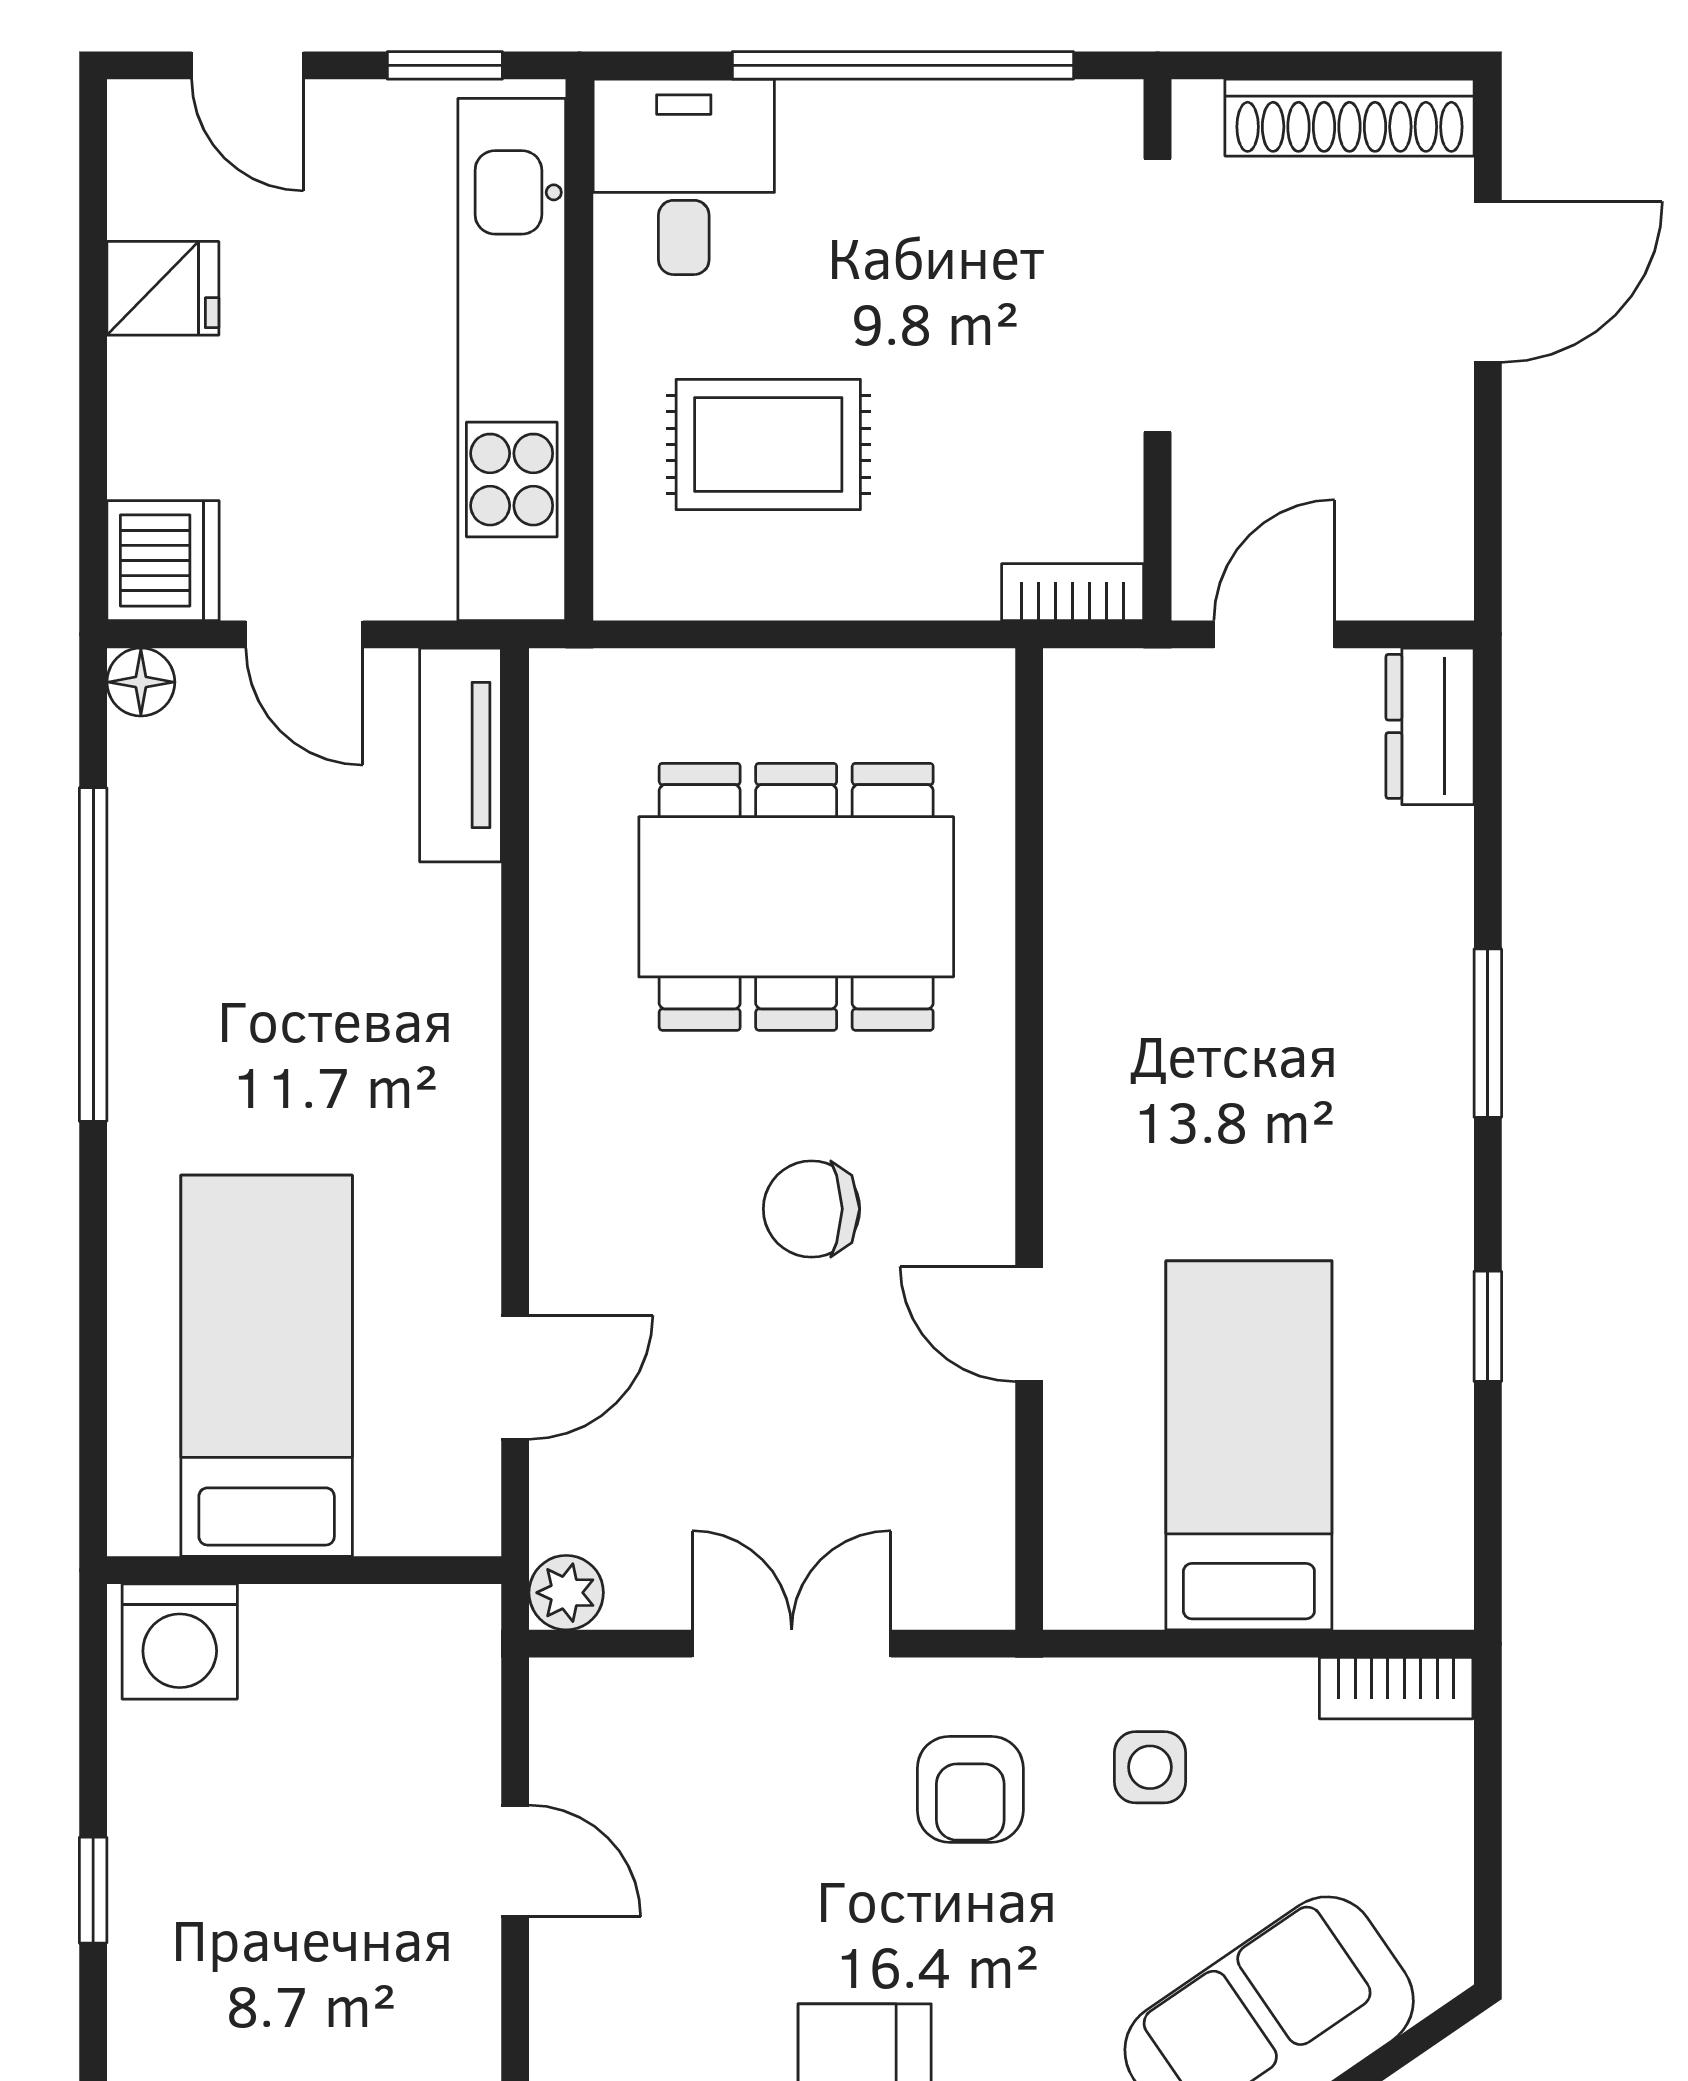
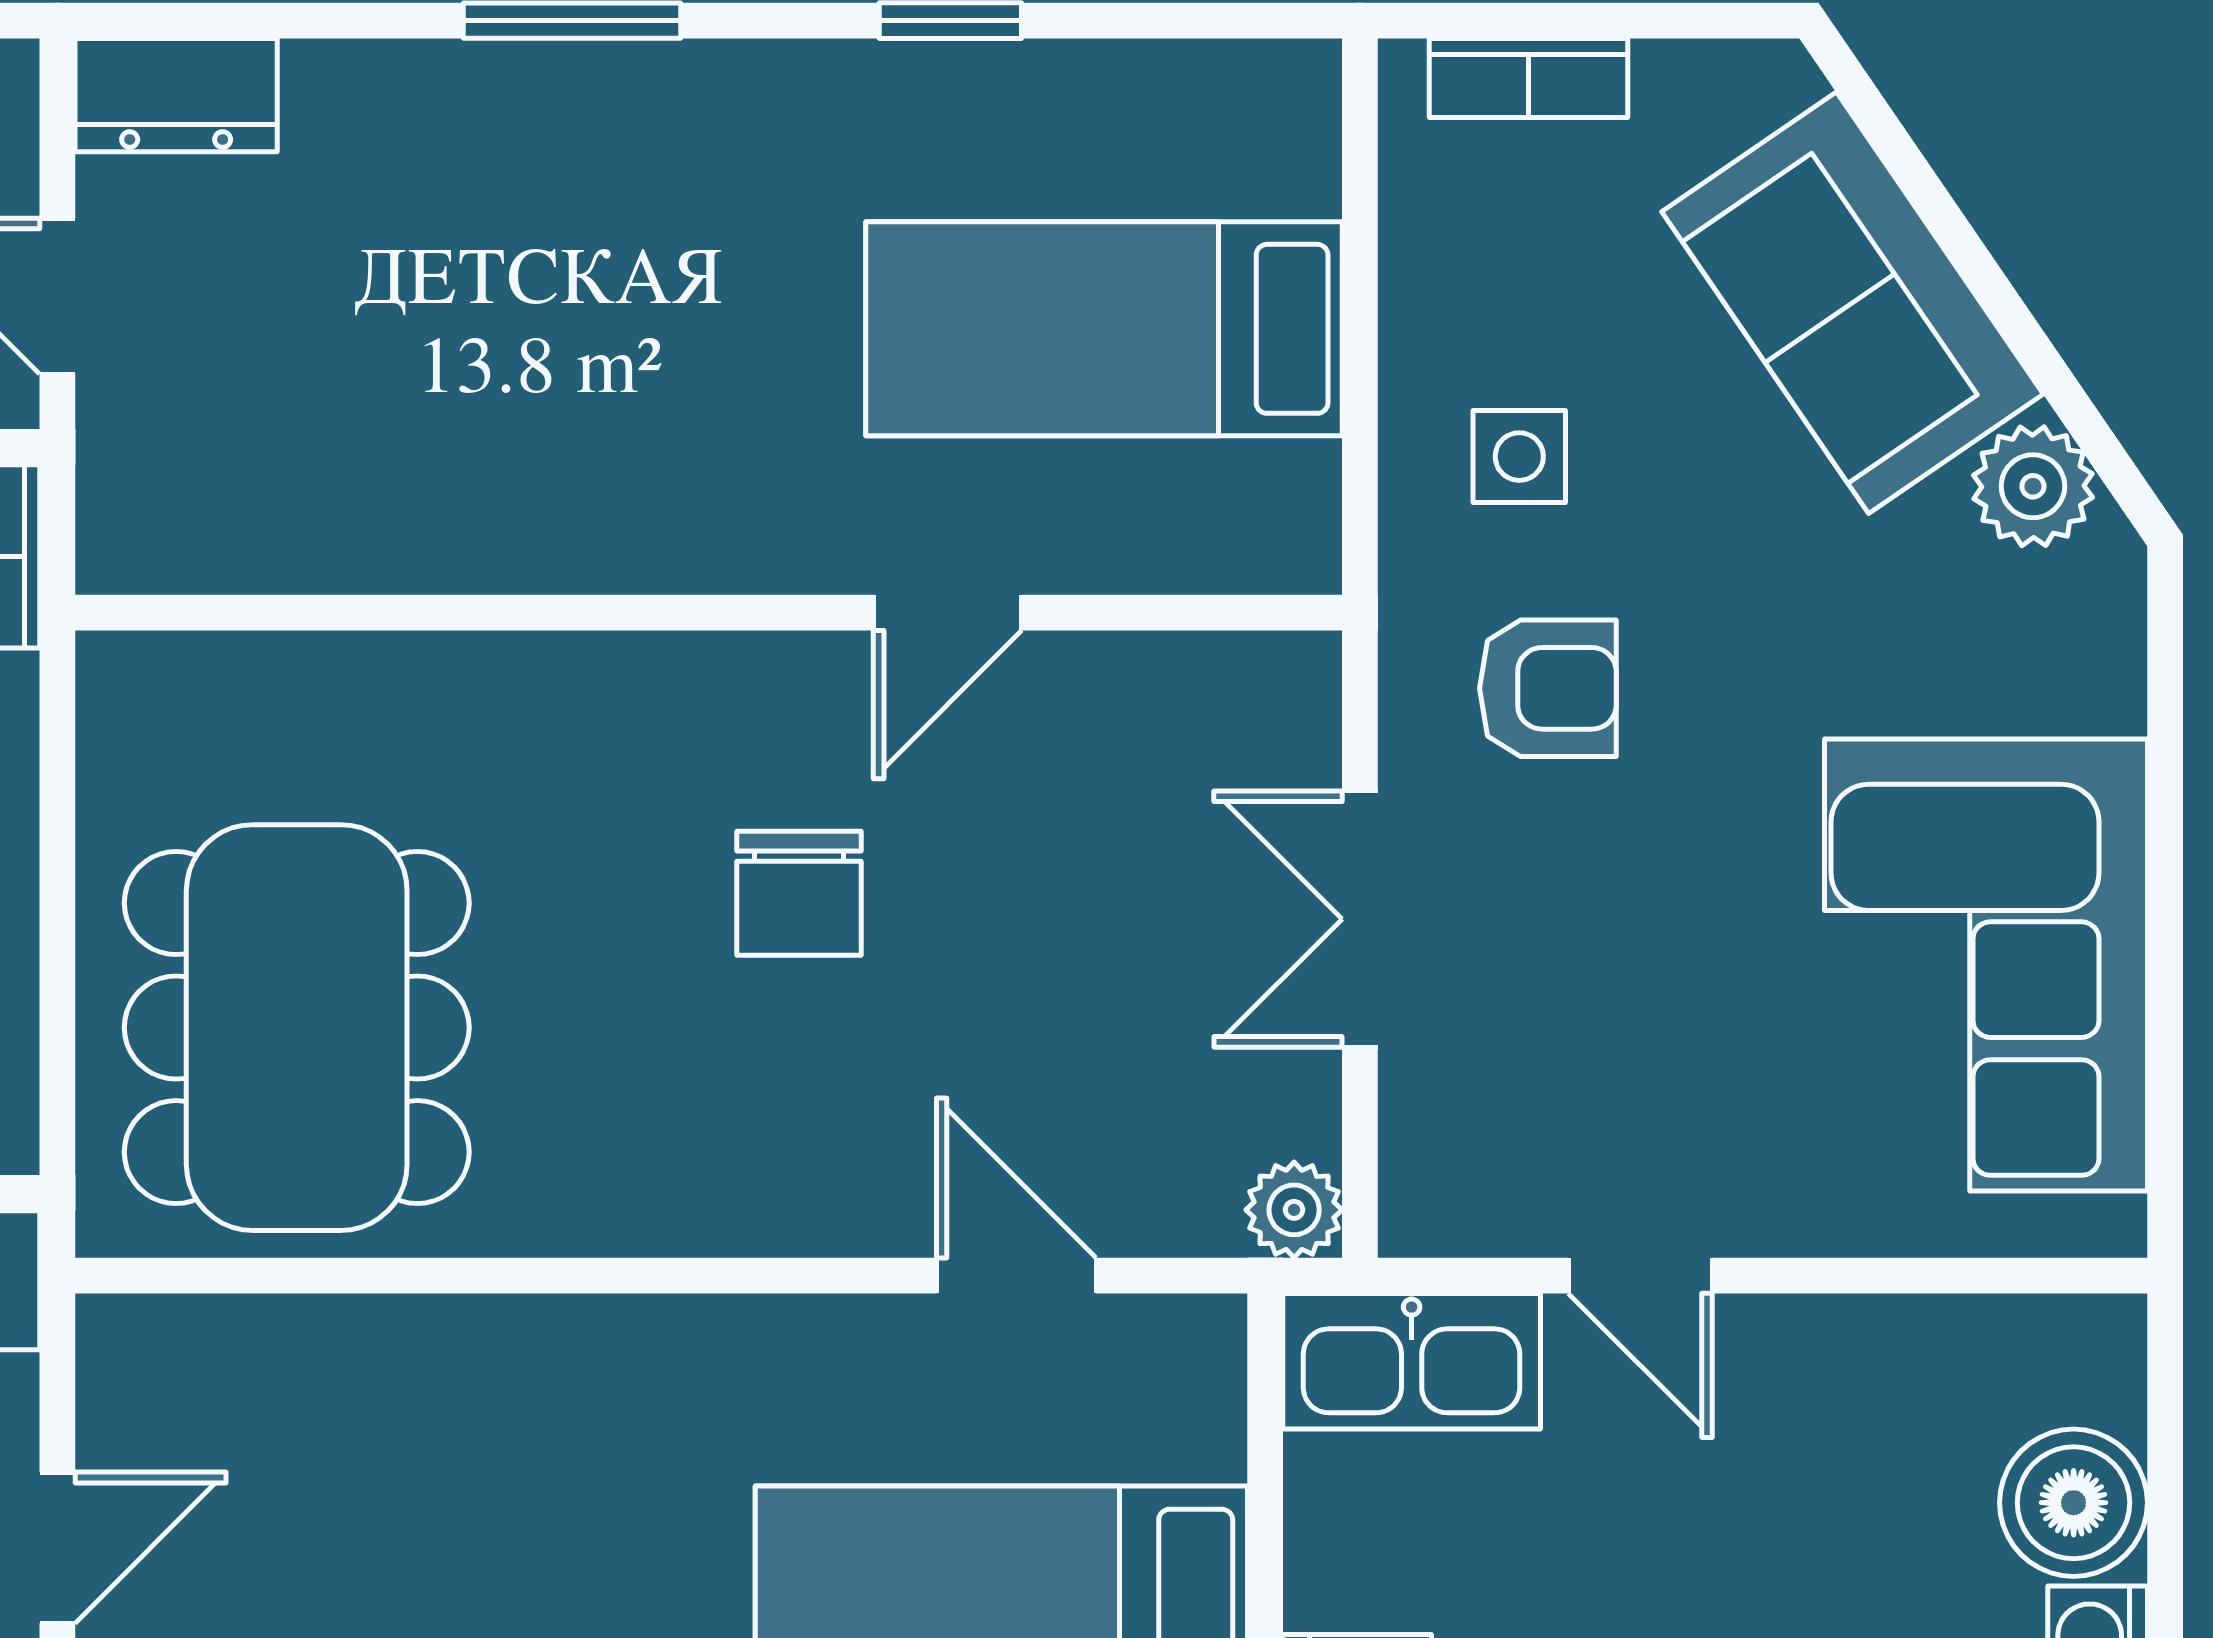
tv unit: (461, 755) -> (213, 1346), removed
dining table: (796, 897) -> (297, 1028), moved
kitchen sink: (449, 1684) -> (1412, 1361), added
bookcase: (1396, 1688) -> (1529, 78), moved, turned 90
door: (515, 1861) -> (1640, 1276), swing flipped

